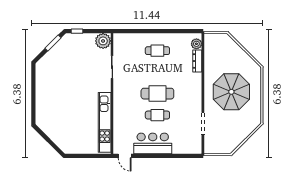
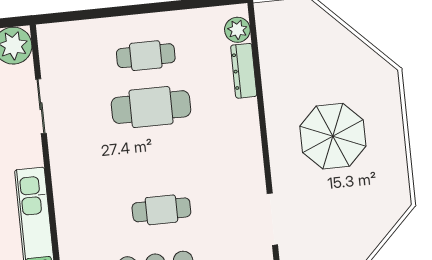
parasol: (231, 92) -> (333, 136), width x0.73, depth x0.73
cafe table: (157, 94) -> (151, 107), moved

